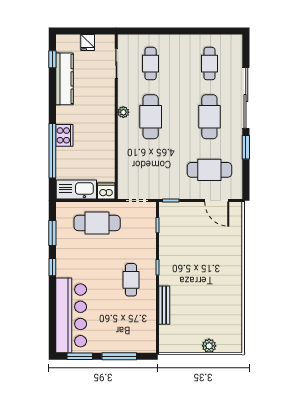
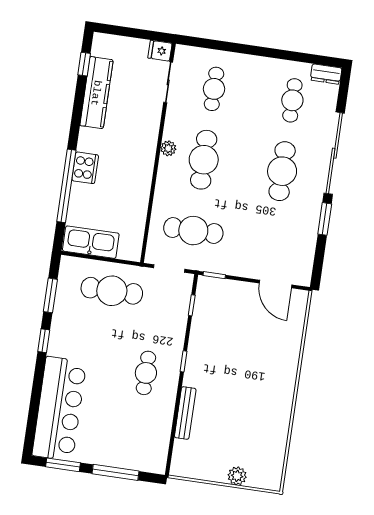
dresser: (231, 41) -> (326, 74), added
fridge: (88, 43) -> (160, 51), moved, turned 90
cafe table: (209, 170) -> (193, 231), moved
dishwasher: (106, 191) -> (130, 250), removed

